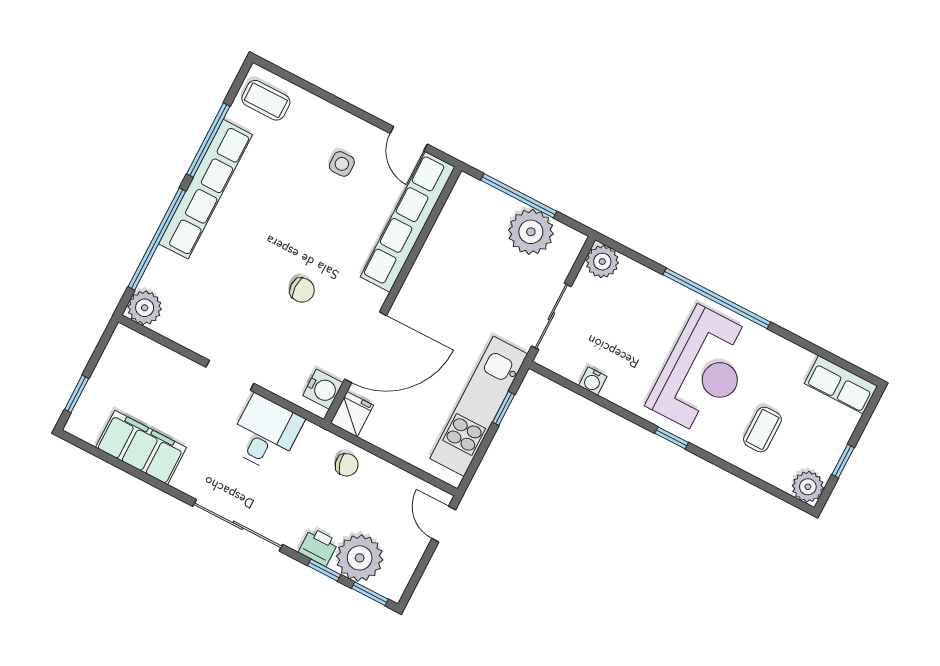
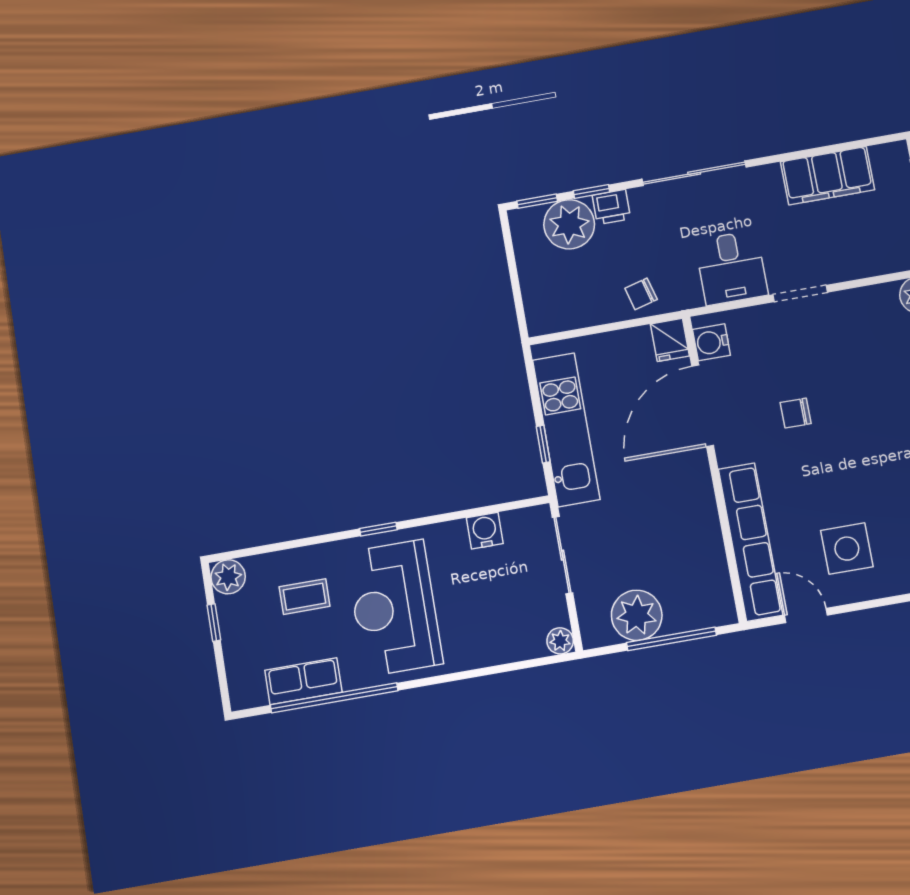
side table: (342, 164) -> (847, 549), width x1.87, depth x1.87
plant: (602, 262) -> (560, 641), width x0.73, depth x0.73
window: (717, 298) -> (334, 698), moved
water cooler: (593, 381) -> (485, 531), width x1.38, depth x1.38
row of seats: (841, 385) -> (303, 681), moved
coffee table: (762, 429) -> (305, 597), turned 90
door: (444, 524) -> (519, 307), removed

